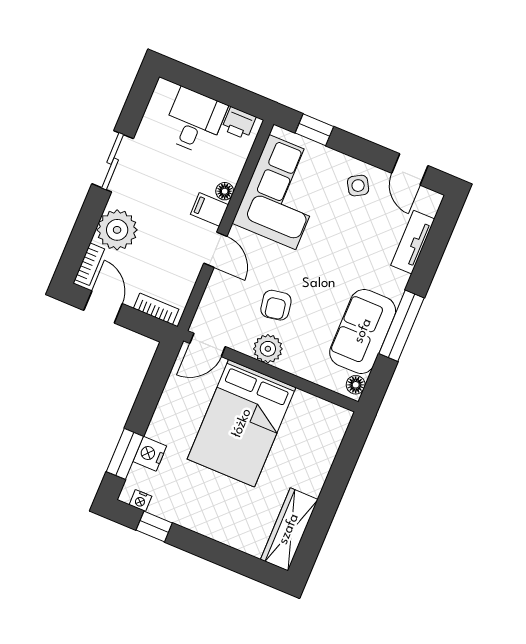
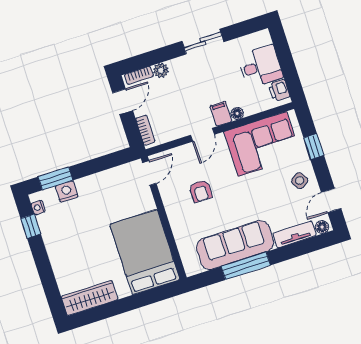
window: (314, 130) -> (314, 147), moved
plant: (117, 230) -> (161, 70), width x0.53, depth x0.53
armchair: (276, 305) -> (201, 191), turned -80
sofa: (363, 331) -> (235, 245), width x1.36
door: (208, 345) -> (149, 173), swing flipped
plant: (268, 349) -> (174, 206), removed
floor lamp: (356, 385) -> (322, 227), moved
bed: (242, 423) -> (145, 252), moved, turned 90

